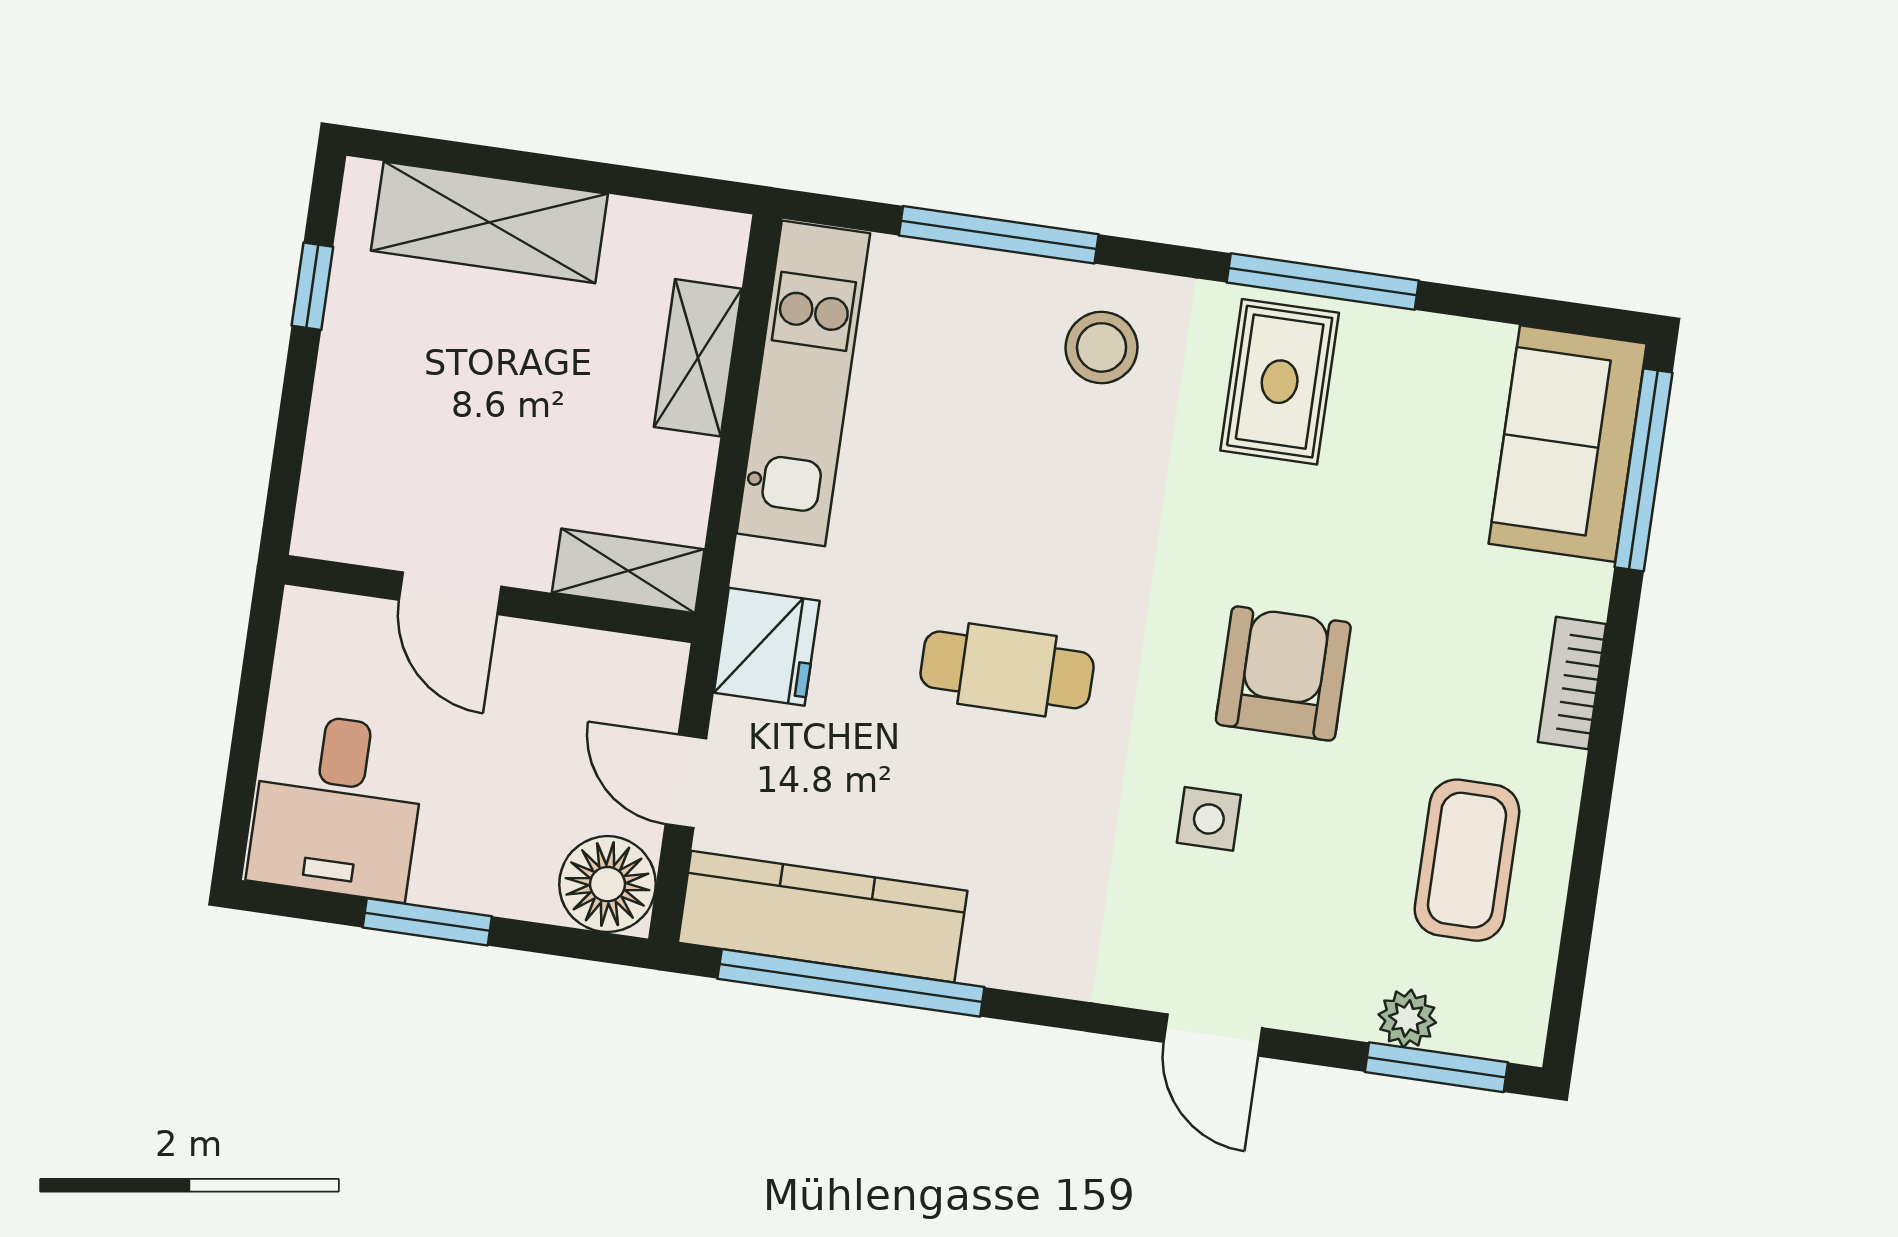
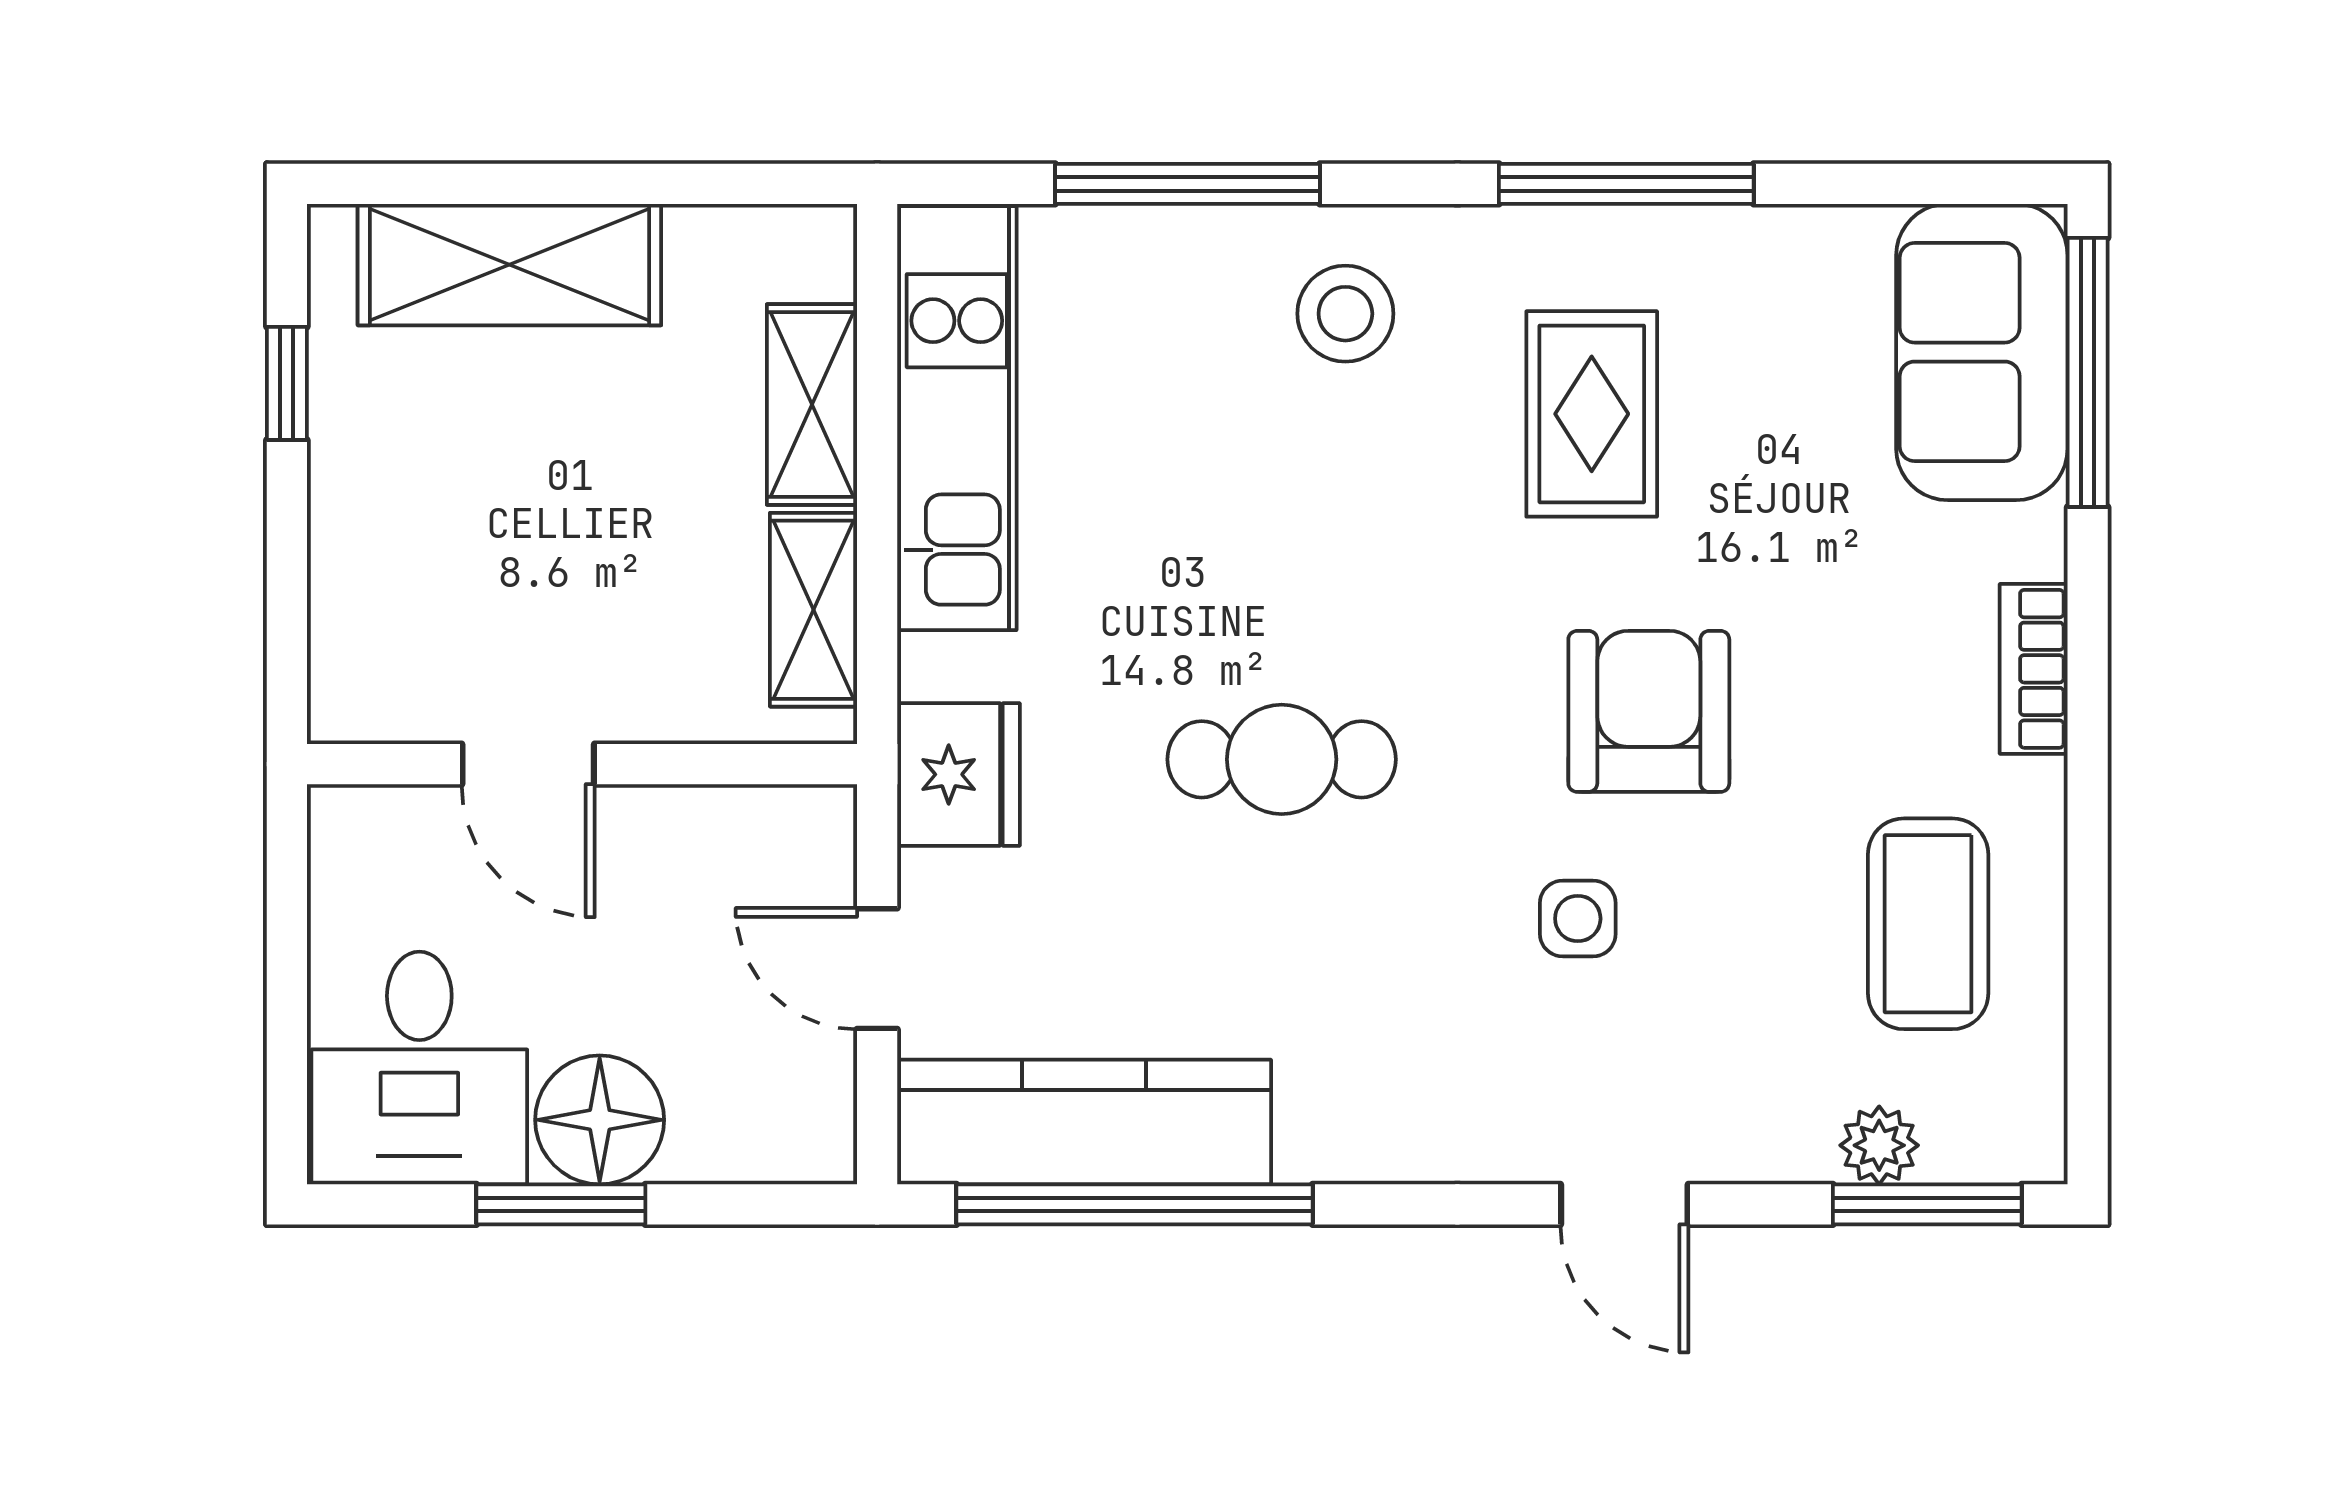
rug: (1280, 382) -> (1592, 414), moved
shelving: (628, 571) -> (813, 610), moved, turned 90
floor lamp: (607, 884) -> (600, 1120), moved

